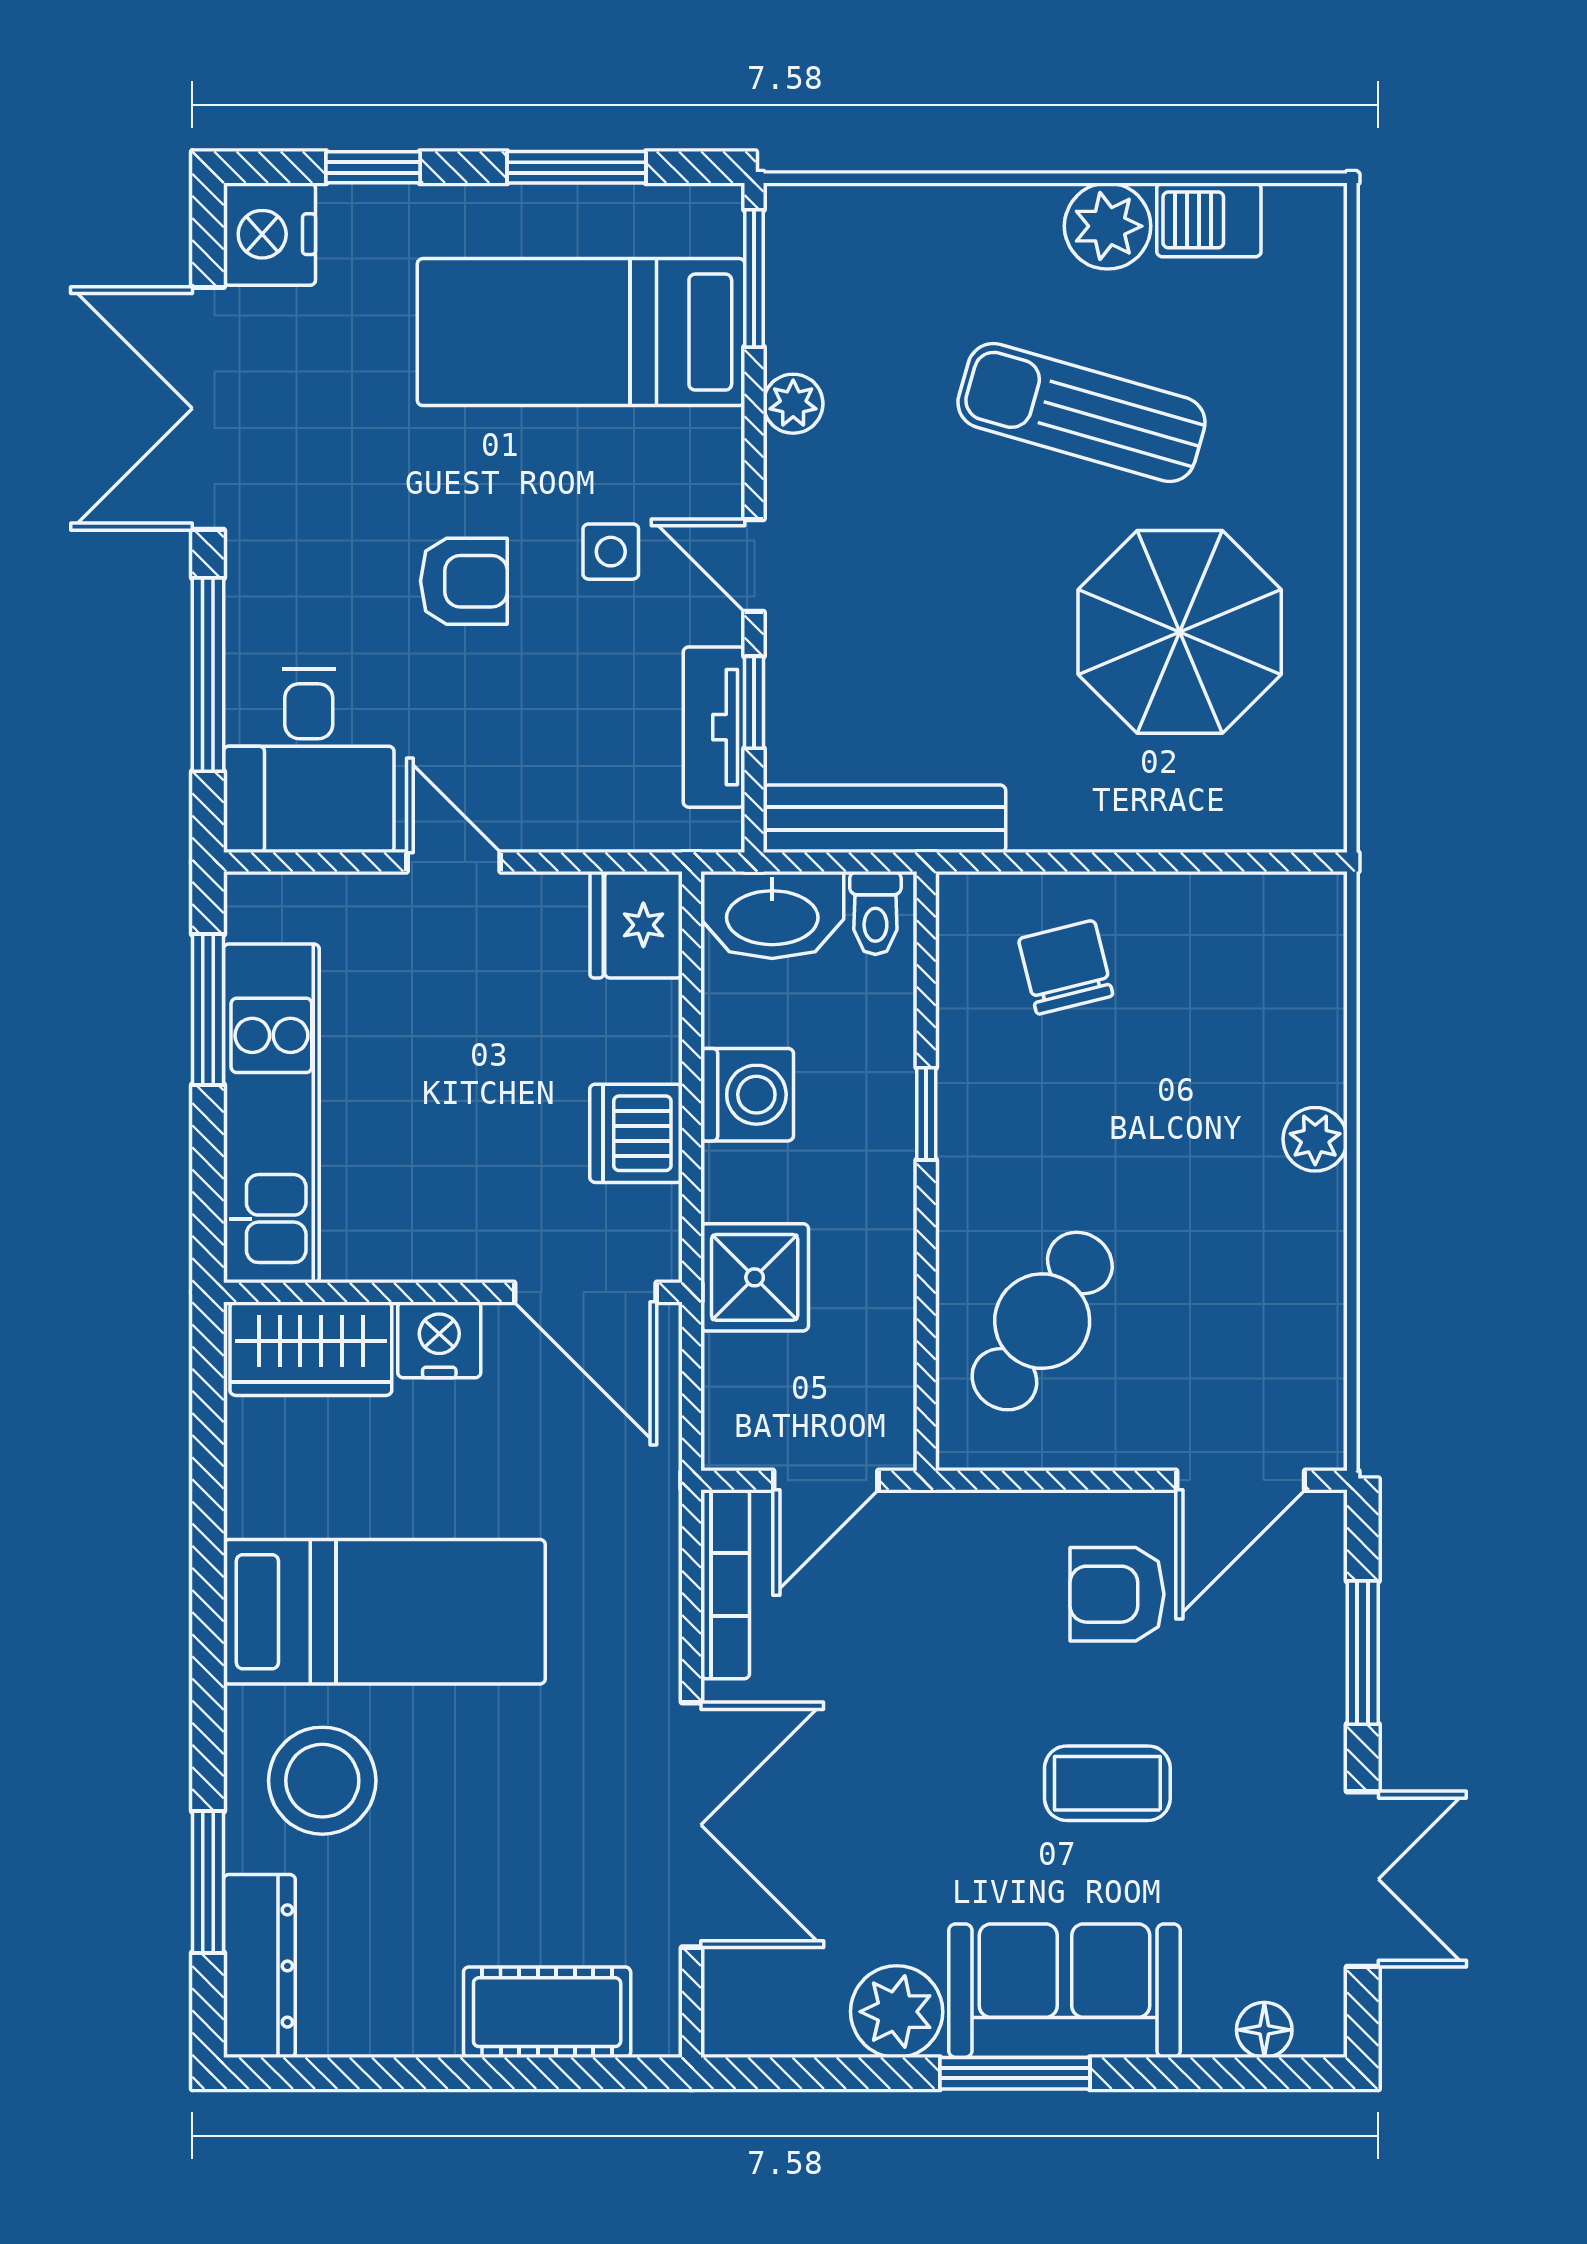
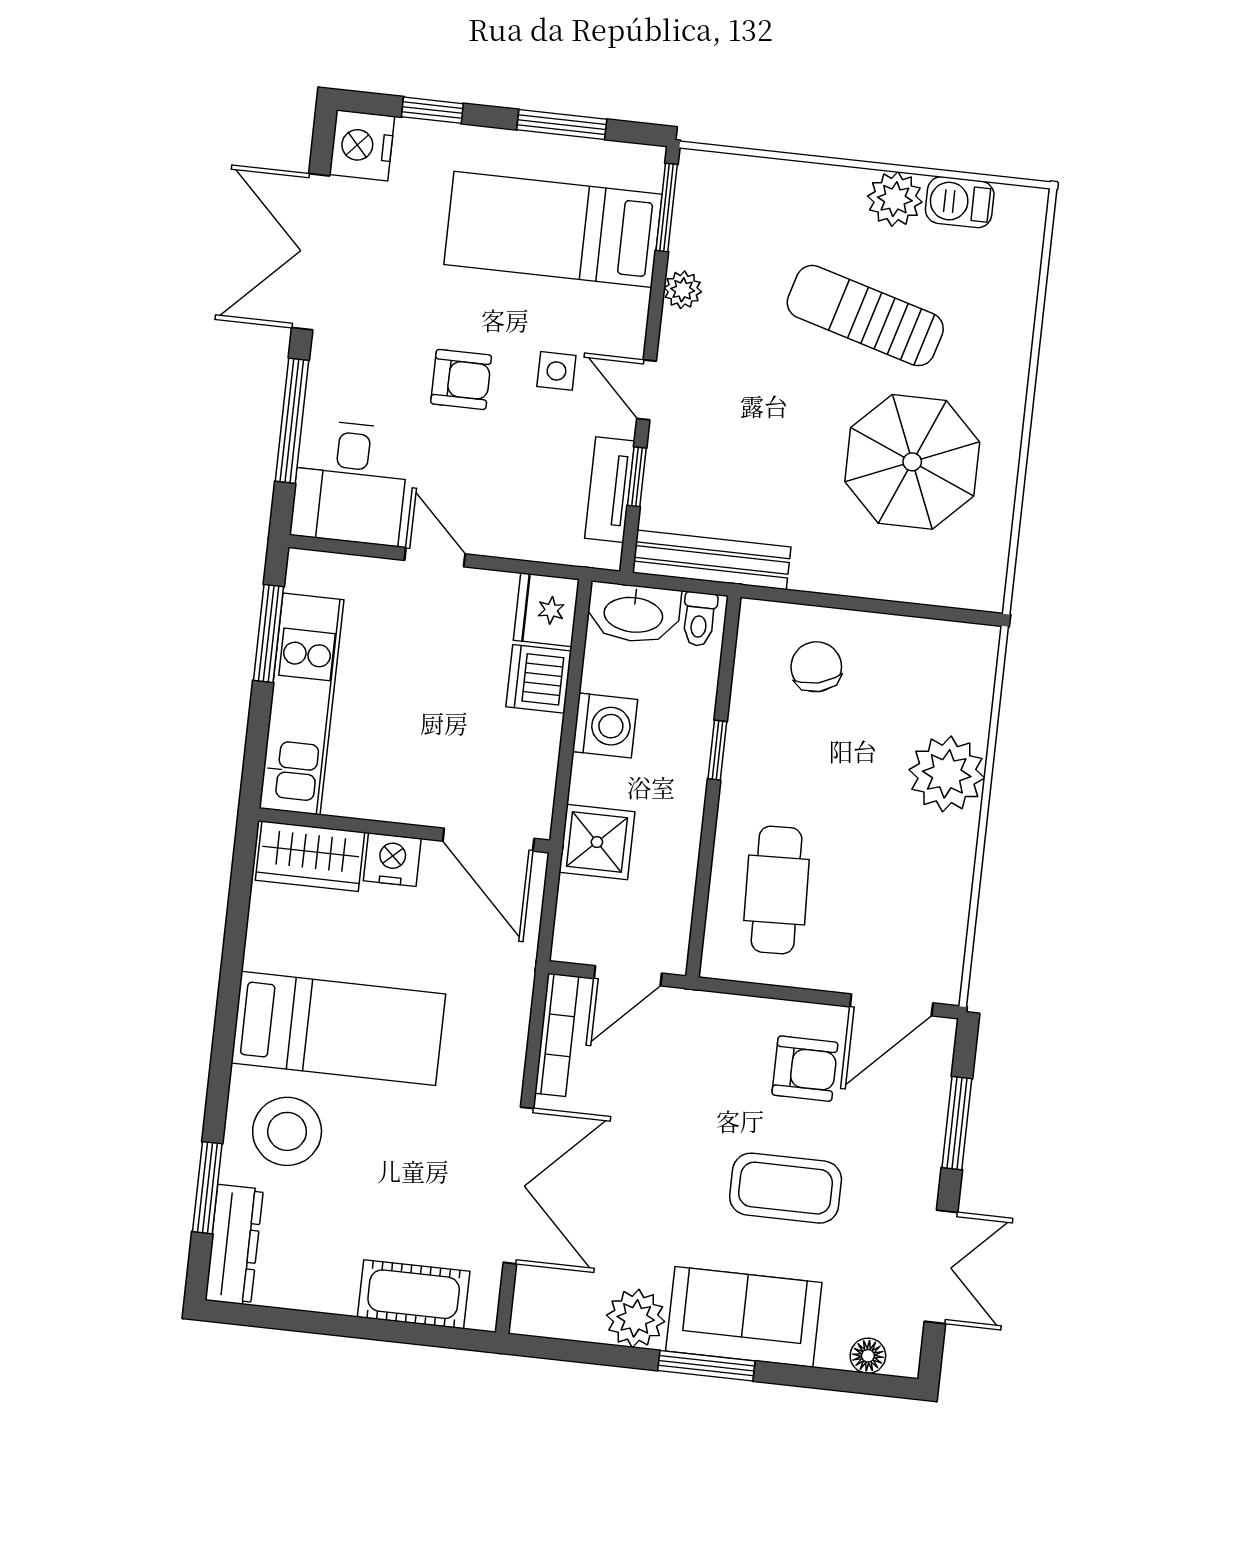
dishwasher: (636, 1133) -> (539, 679), moved
plant: (1315, 1139) -> (947, 774), width x1.88, depth x1.88
cafe table: (1042, 1321) -> (777, 890), turned -35
armchair: (1117, 1594) -> (805, 1069), turned 180
coffee table: (1107, 1783) -> (786, 1188), width x1.36, depth x1.30

